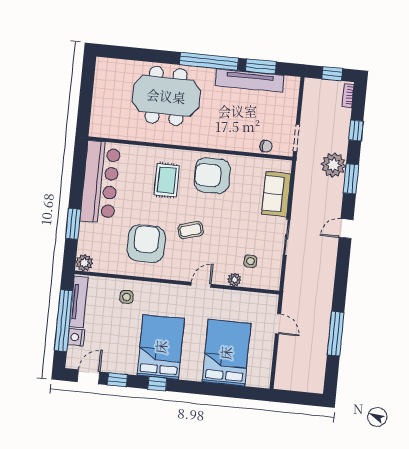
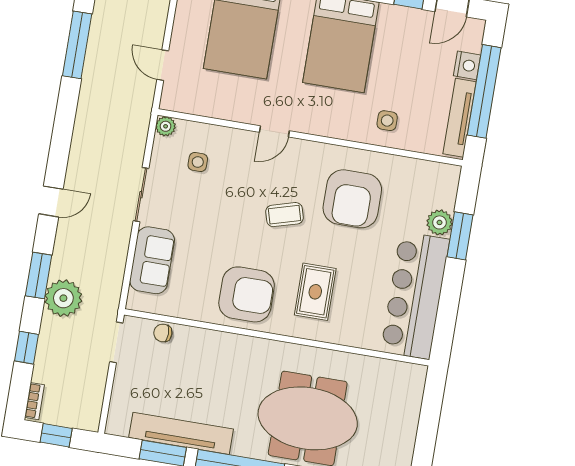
plant: (84, 263) -> (439, 222), moved
plant: (234, 280) -> (166, 126), moved

